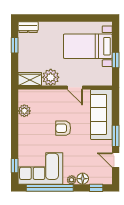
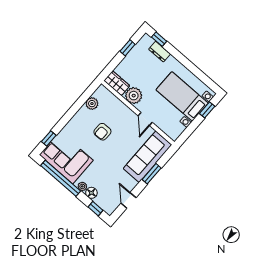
window: (33, 18) -> (159, 39), added
dresser: (28, 27) -> (160, 52), moved
window: (116, 60) -> (207, 110), moved
armchair: (63, 128) -> (102, 132), moved, turned -90
window: (116, 136) -> (152, 174), moved

